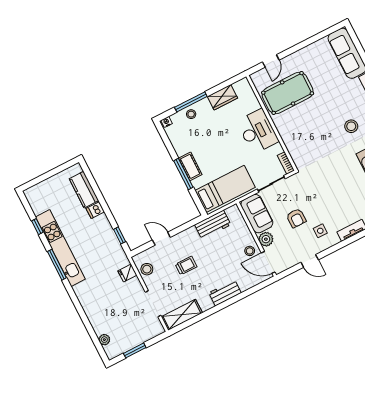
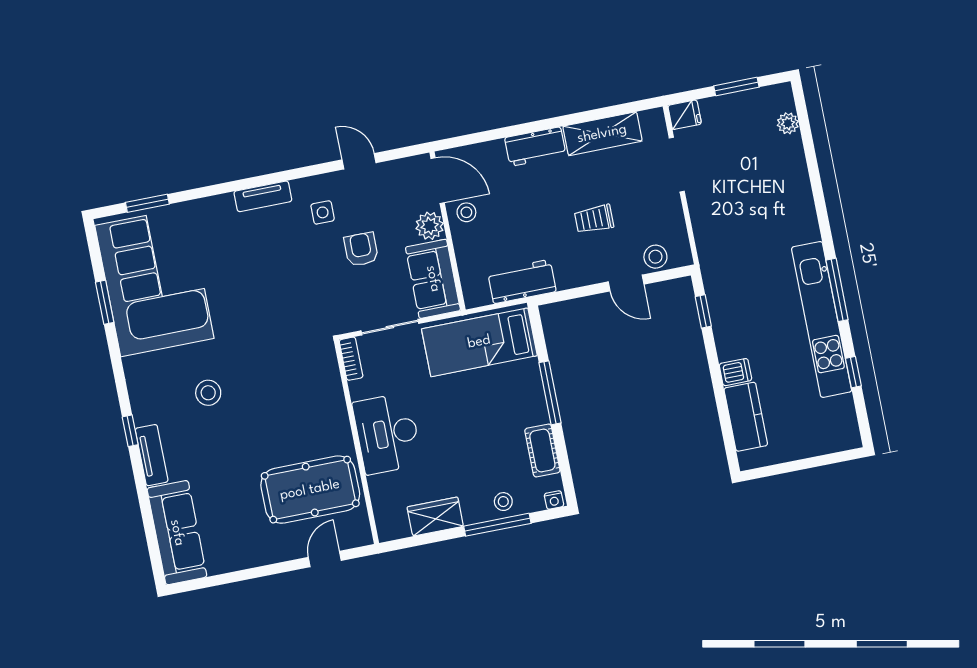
cot: (190, 166) -> (542, 450), moved
stool: (147, 269) -> (655, 257), moved
fridge: (127, 273) -> (685, 115), moved
shelving: (182, 315) -> (602, 134), moved

